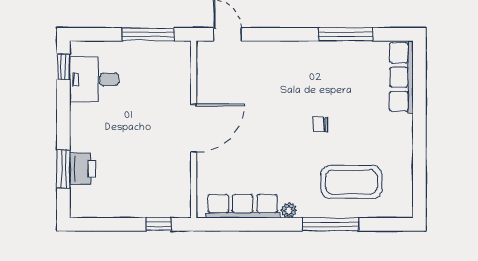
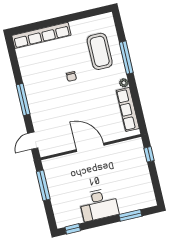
window: (346, 34) -> (23, 100), moved
row of seats: (401, 77) -> (41, 35), width x1.36
desk: (94, 79) -> (99, 205), moved, width x1.37
printer: (83, 169) -> (128, 204), removed

